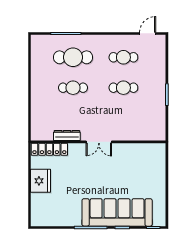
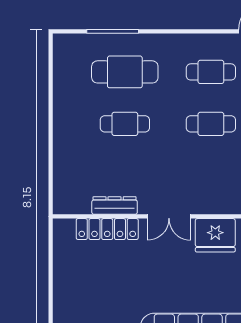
locker: (49, 149) -> (107, 229), moved
fridge: (41, 181) -> (215, 235), moved, turned 90

